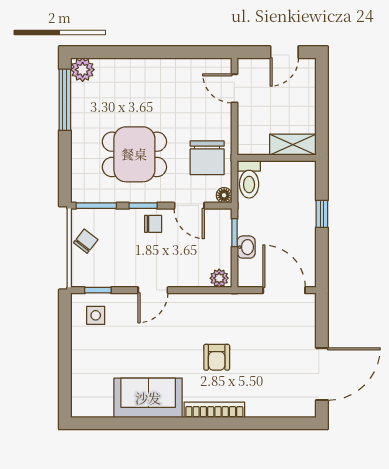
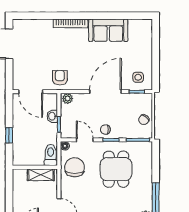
shelving: (293, 145) -> (41, 175), moved
dining table: (134, 154) -> (116, 169), turned 90
door: (153, 290) -> (105, 92), width x1.87
armchair: (217, 357) -> (60, 78), moved

